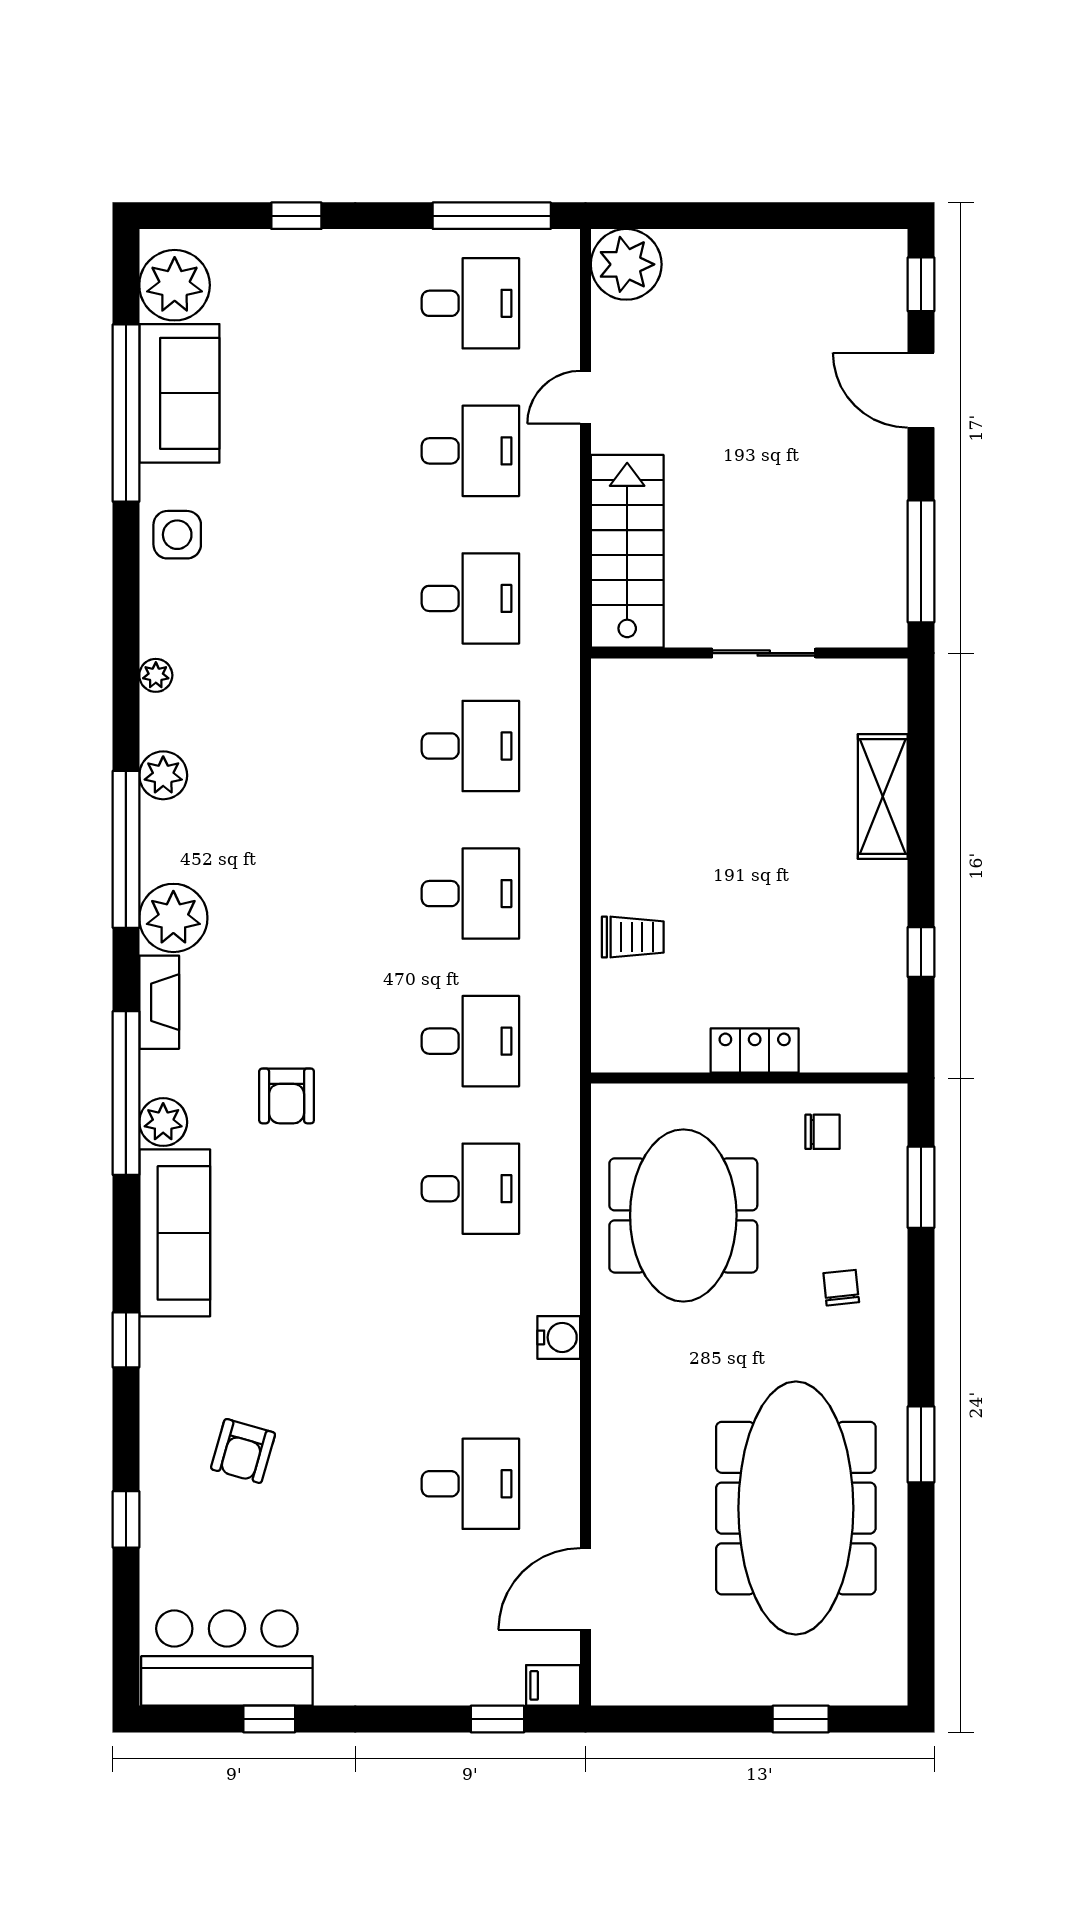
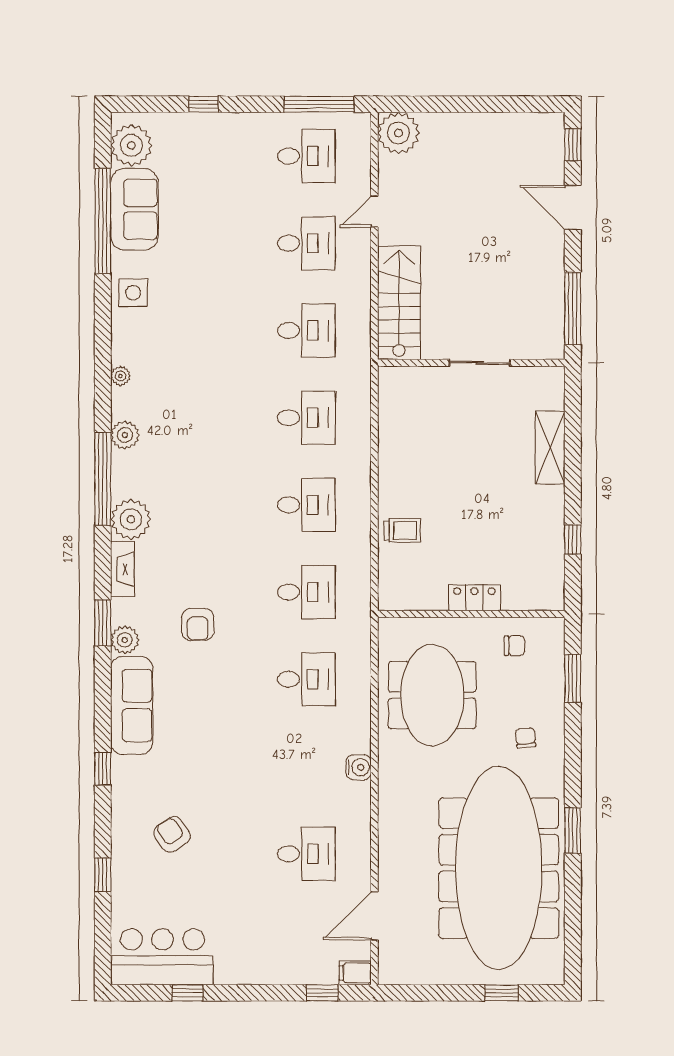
window: (126, 1093) -> (103, 623), width x0.47
armchair: (243, 1451) -> (172, 834), turned 130
meeting table: (796, 1508) -> (499, 868), width x1.36, depth x1.27

